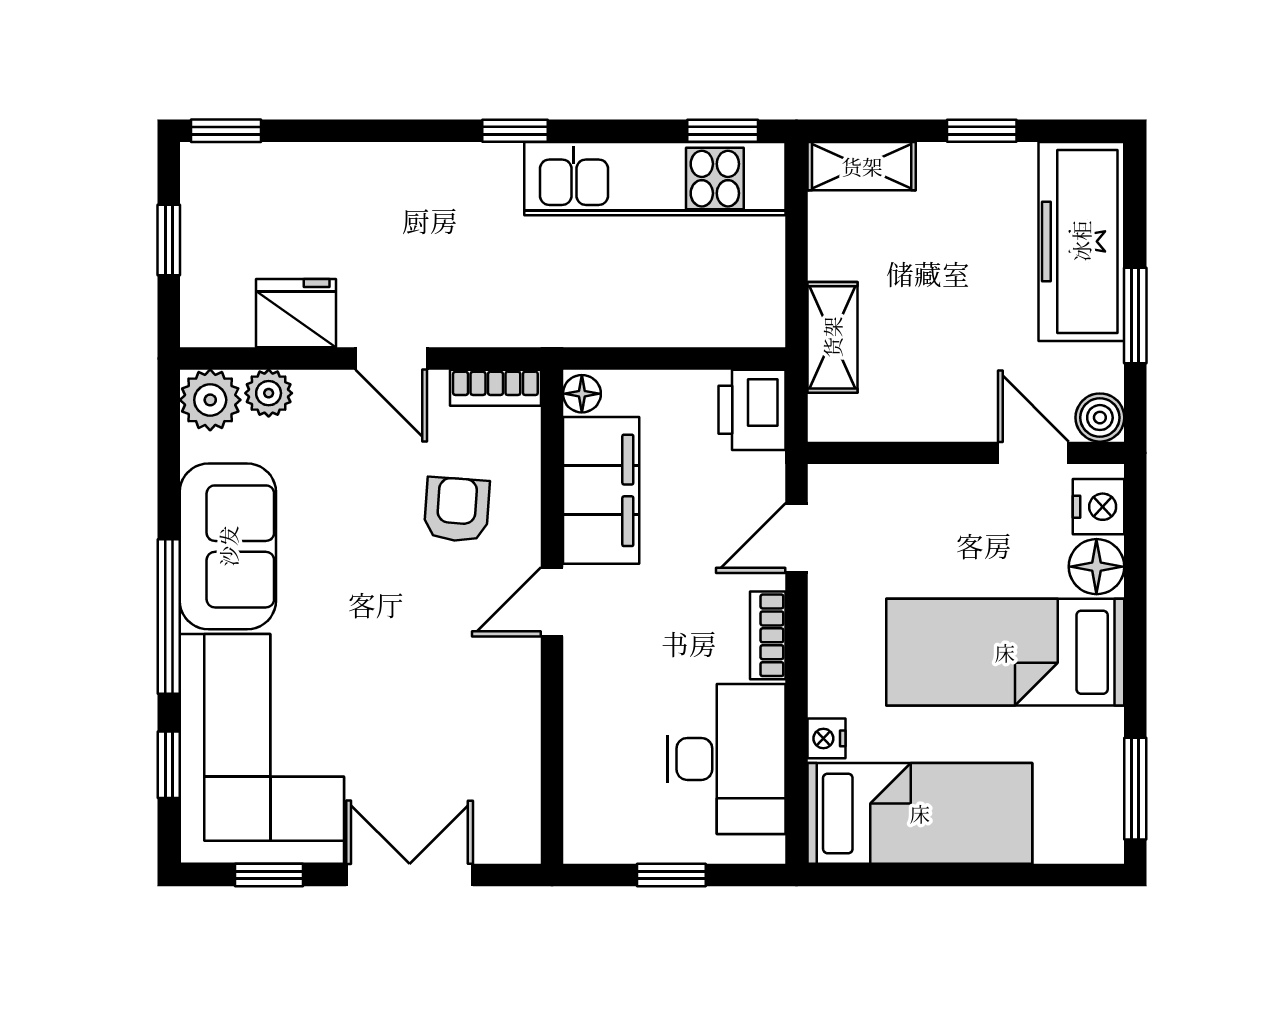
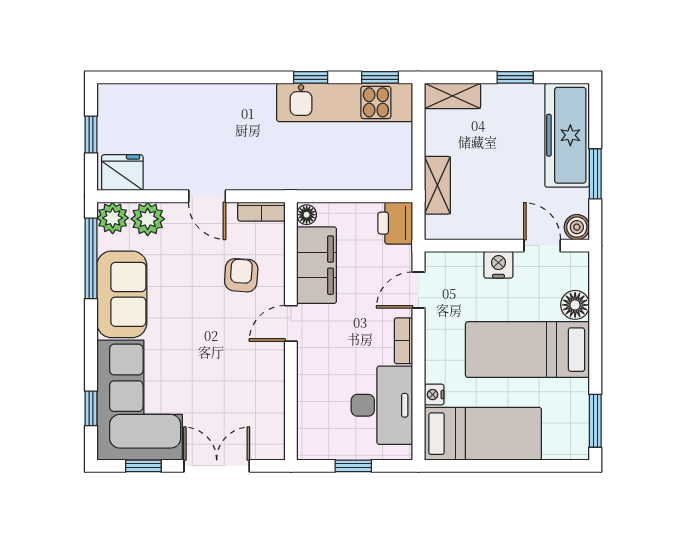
window: (226, 131) -> (121, 77), removed
window: (515, 131) -> (311, 77), moved
fridge: (296, 313) -> (122, 173), moved
plant: (269, 393) -> (148, 219), width x1.38, depth x1.38
nightstand: (1099, 507) -> (498, 265), moved, turned -90
window: (169, 616) -> (91, 258), moved

